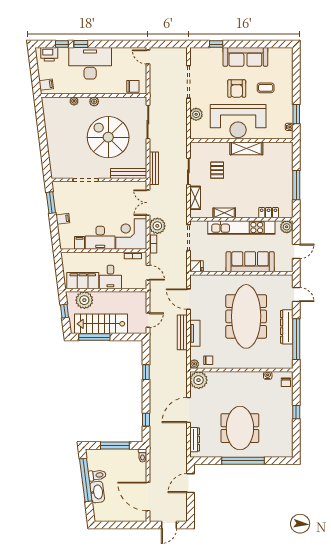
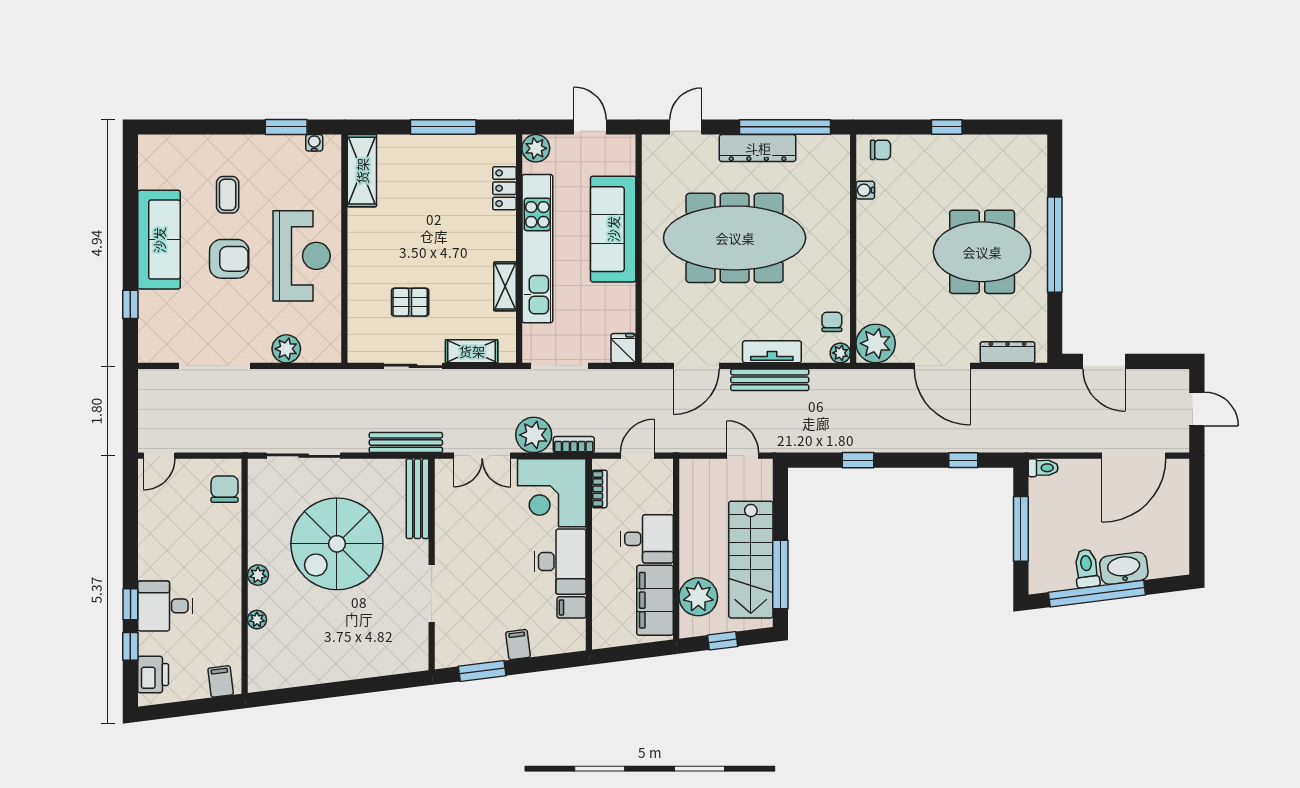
desk: (90, 63) -> (165, 606), width x0.53, depth x0.77
reception desk: (238, 121) -> (302, 256), width x0.74, depth x0.77
shelving: (246, 148) -> (362, 171), moved

